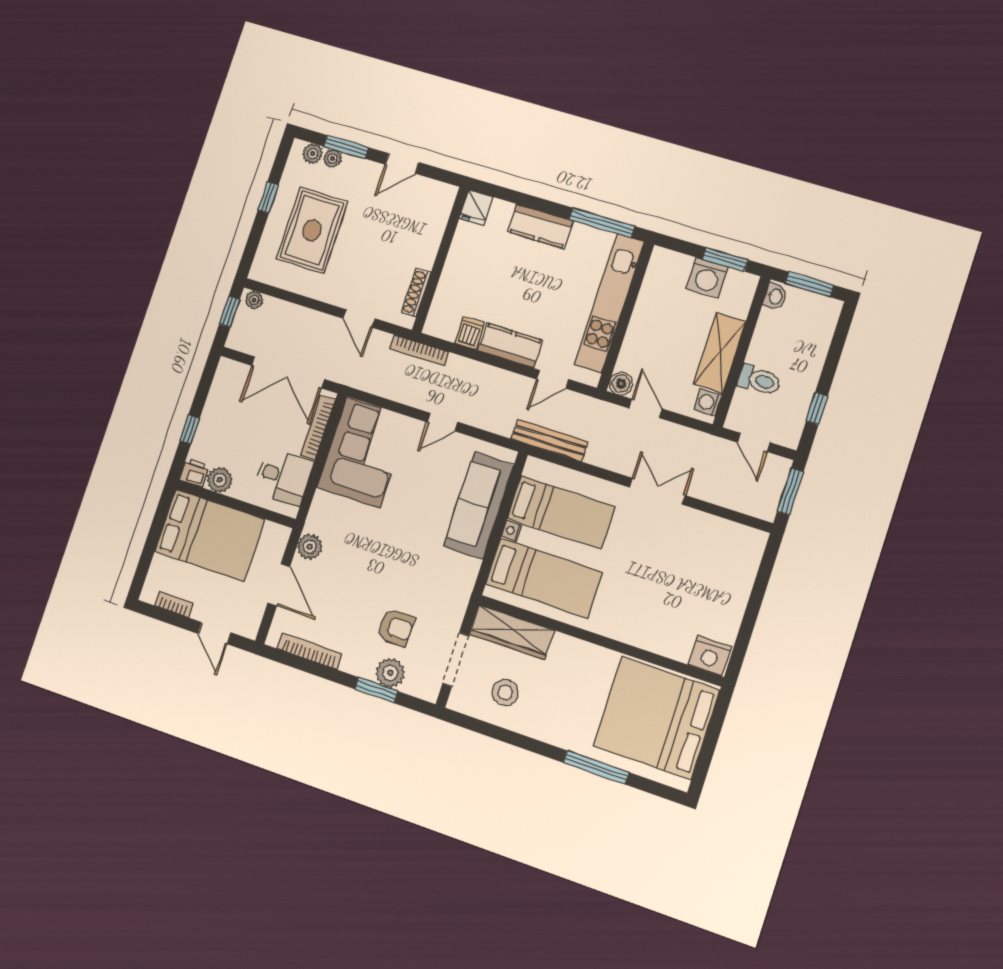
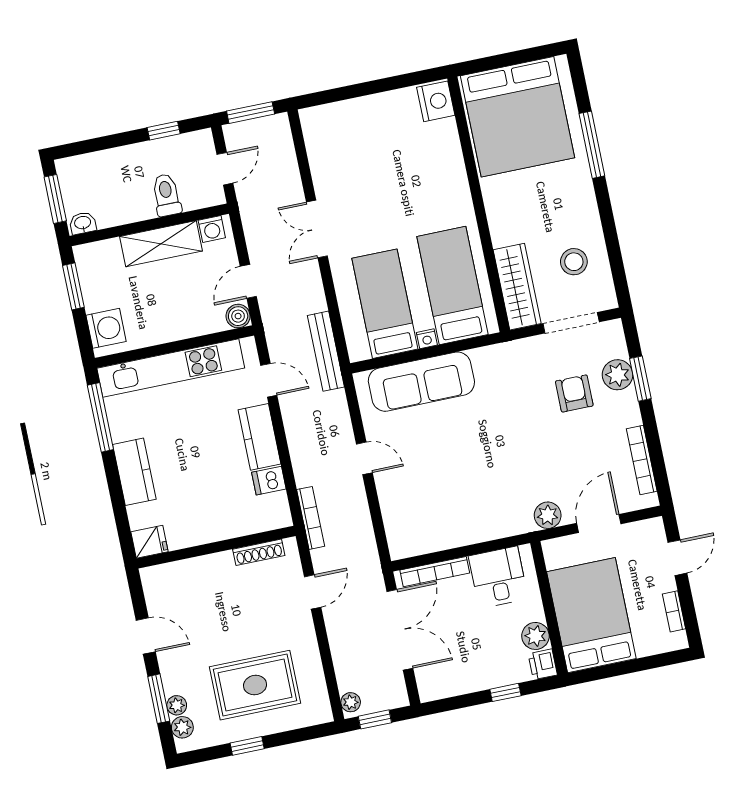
washing machine: (707, 278) -> (106, 328), moved
corner sofa: (363, 453) -> (434, 516), removed

